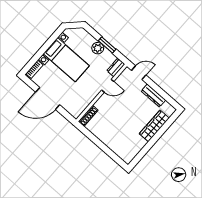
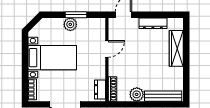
dresser: (116, 67) -> (100, 90), moved
plant: (101, 133) -> (137, 94), added
bench: (118, 150) -> (163, 96), added

